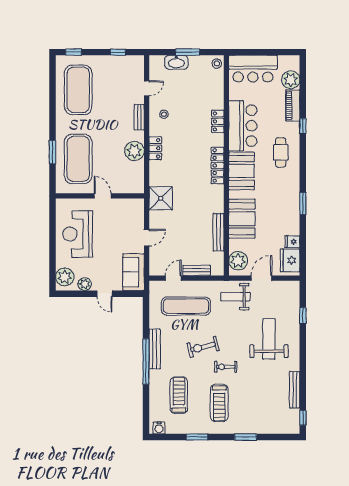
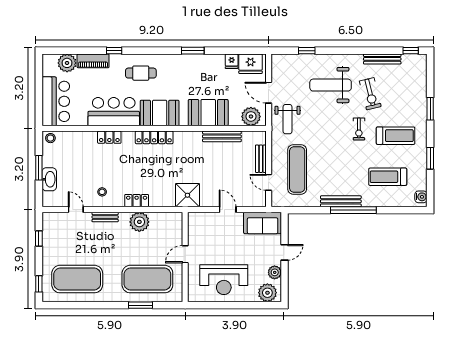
exercise bike: (203, 347) -> (370, 94), moved

